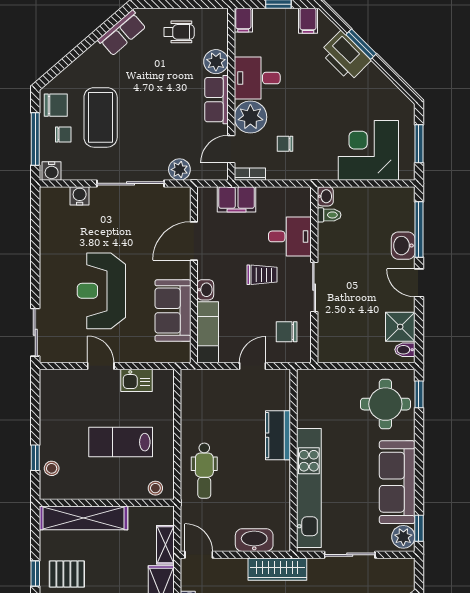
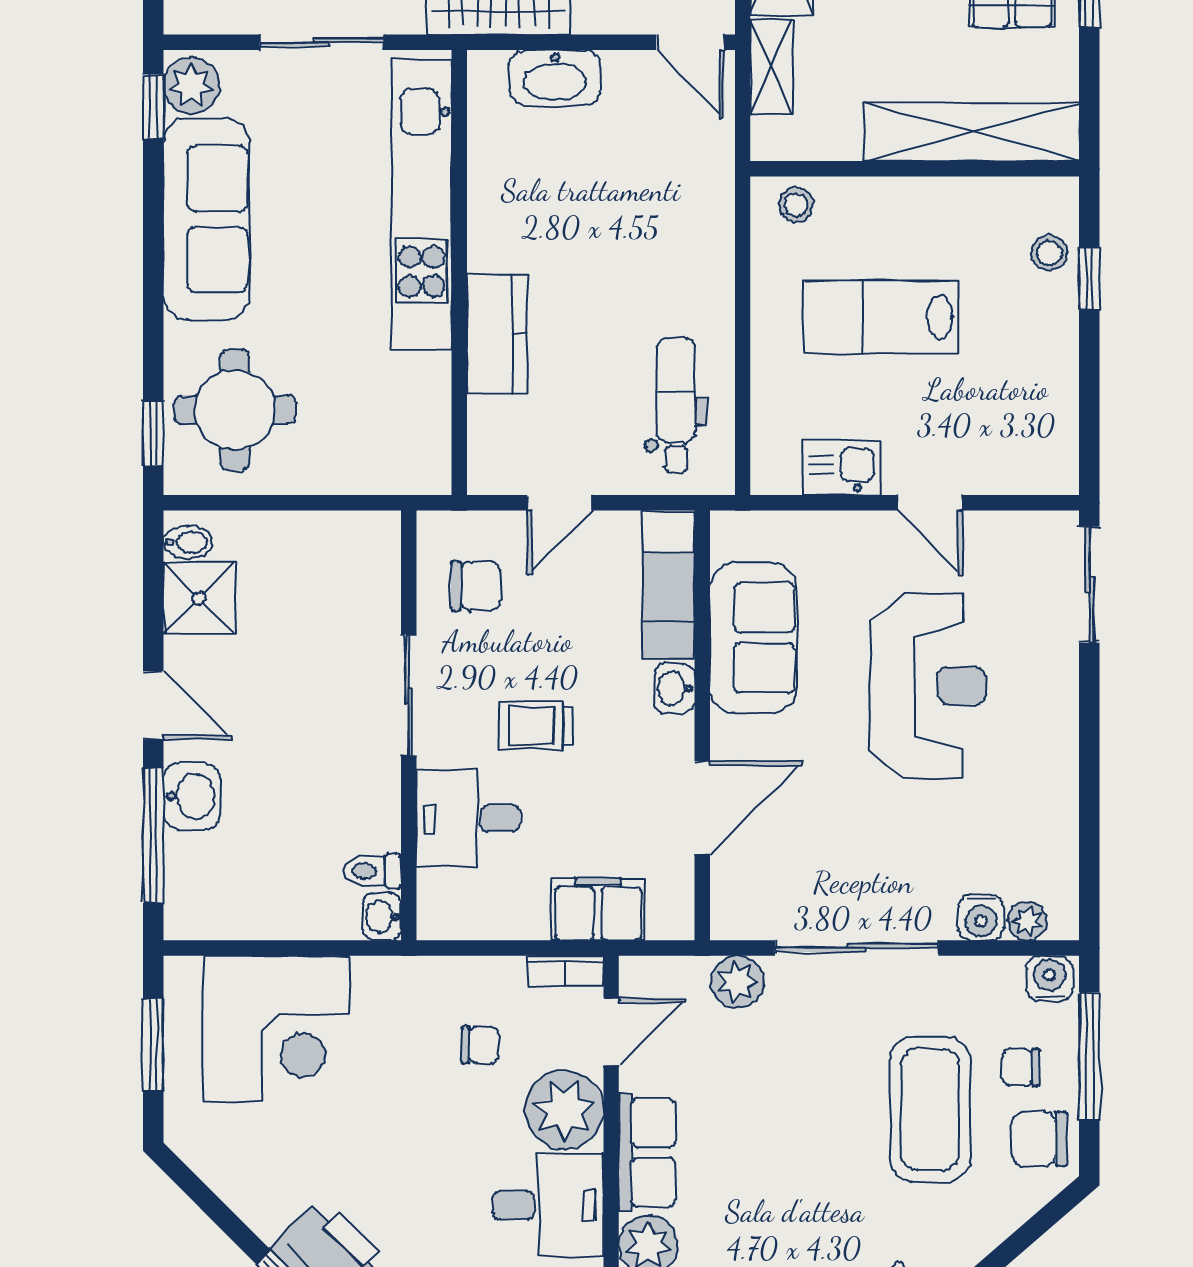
plant: (61, 194) -> (1027, 921), added
lab bench: (121, 442) -> (881, 317), turned 180
dental chair: (204, 471) -> (676, 405), moved

